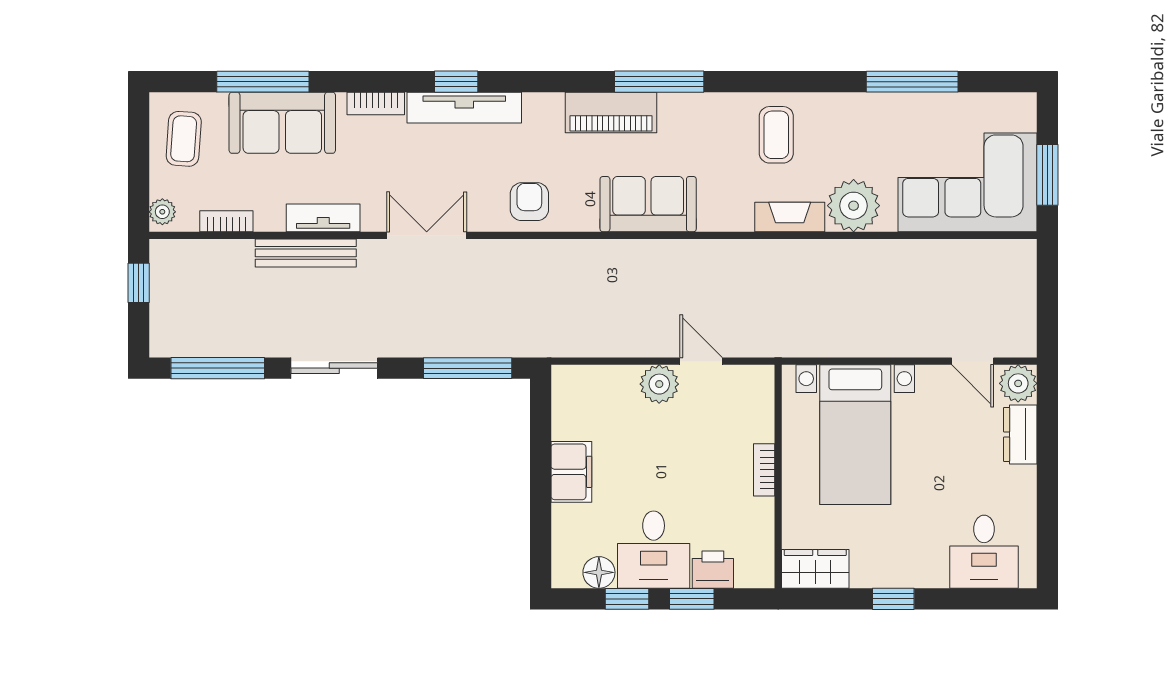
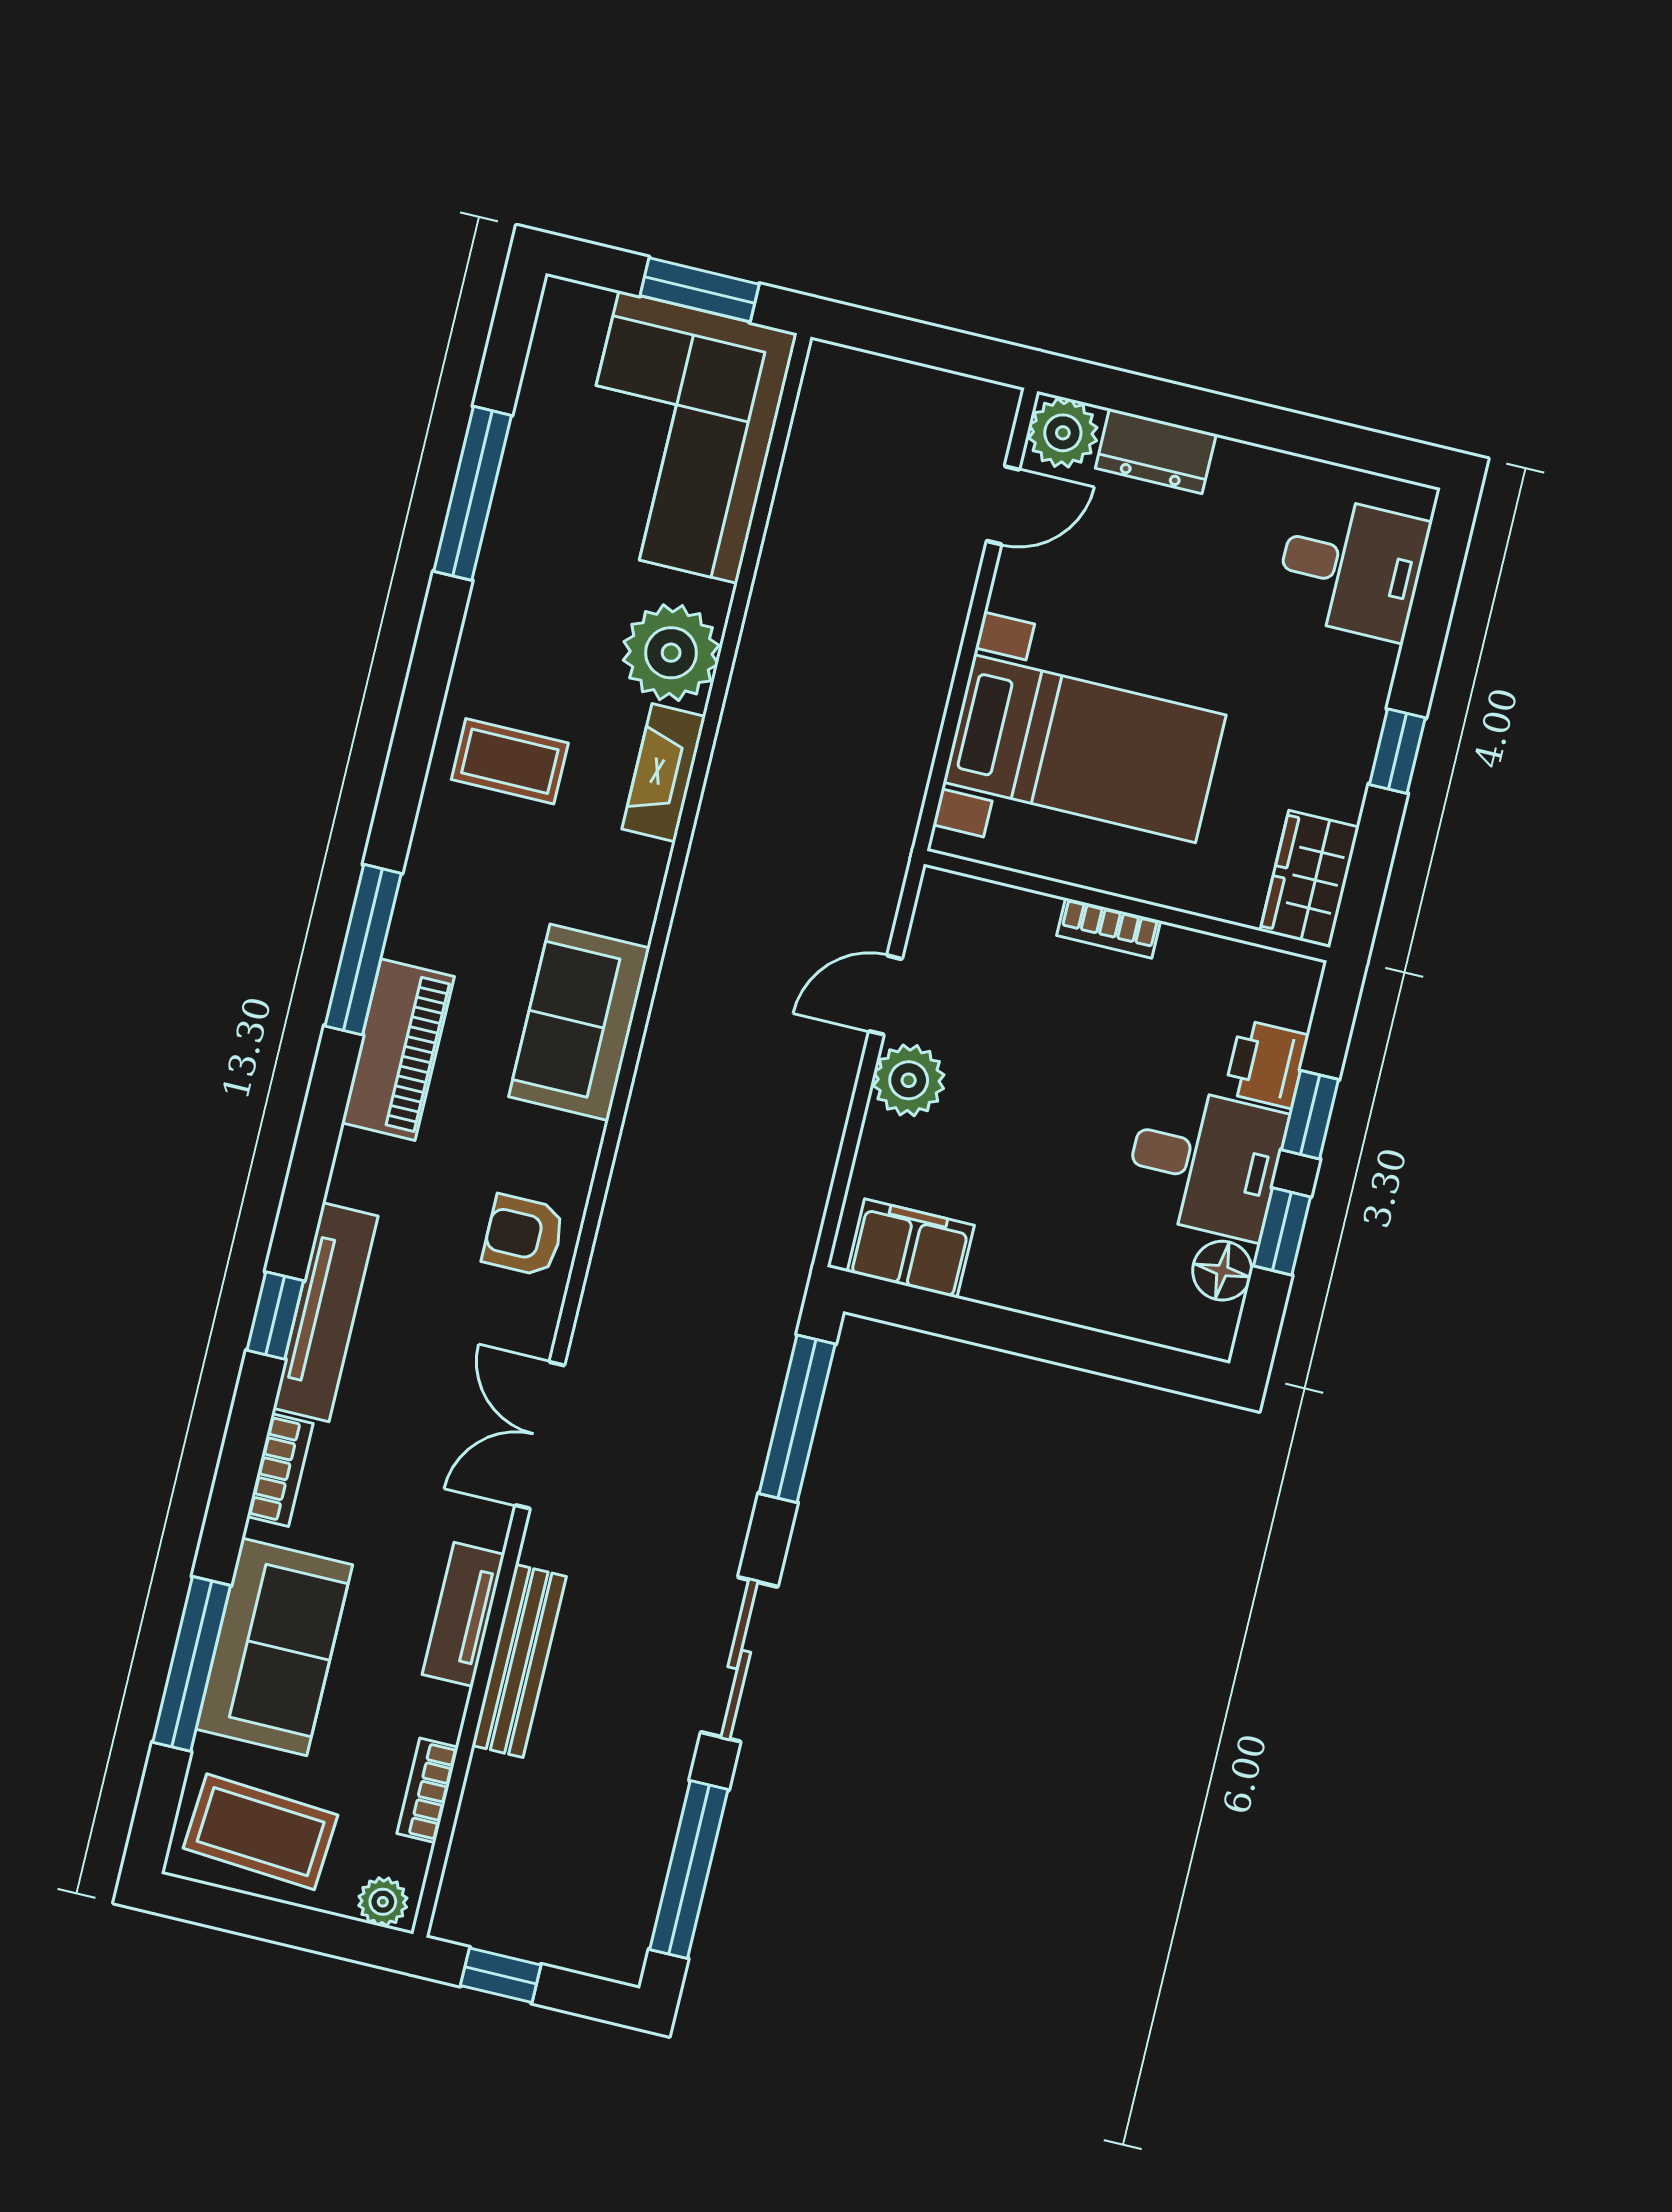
coffee table: (184, 139) -> (261, 1832), width x1.36, depth x1.30
filing cabinet: (571, 472) -> (911, 1248), moved

